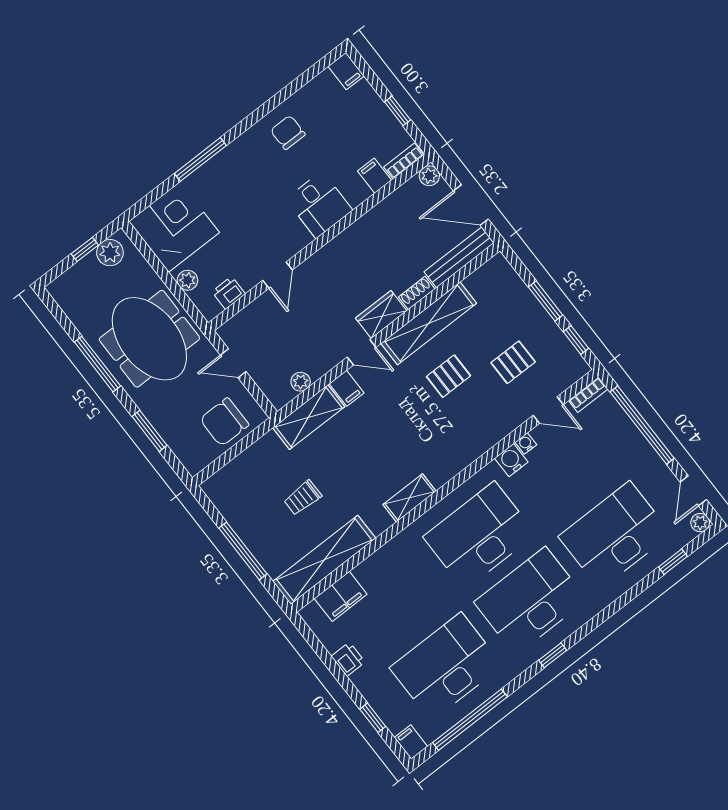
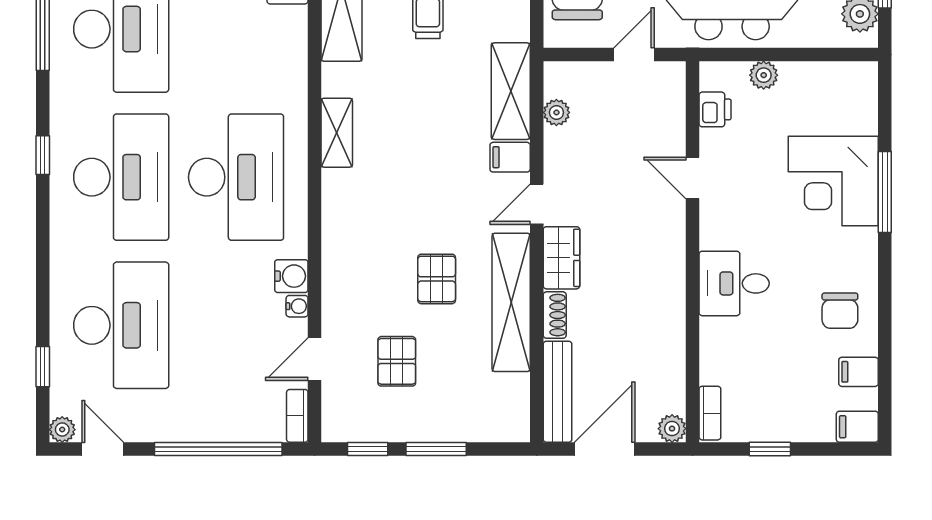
chair: (288, 132) -> (840, 311), turned 90
filing cabinet: (375, 176) -> (859, 372), moved, turned 180
corner desk: (174, 227) -> (833, 181), moved, turned 90

